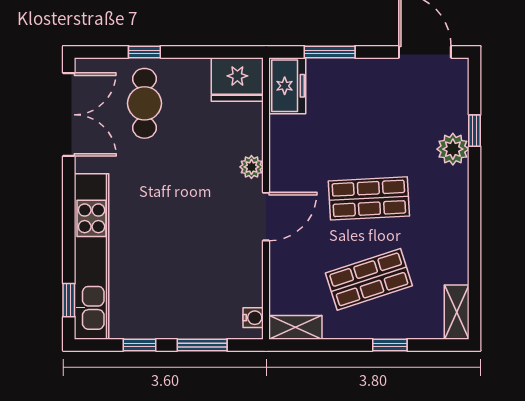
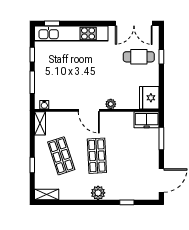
plant: (453, 149) -> (98, 193), moved

